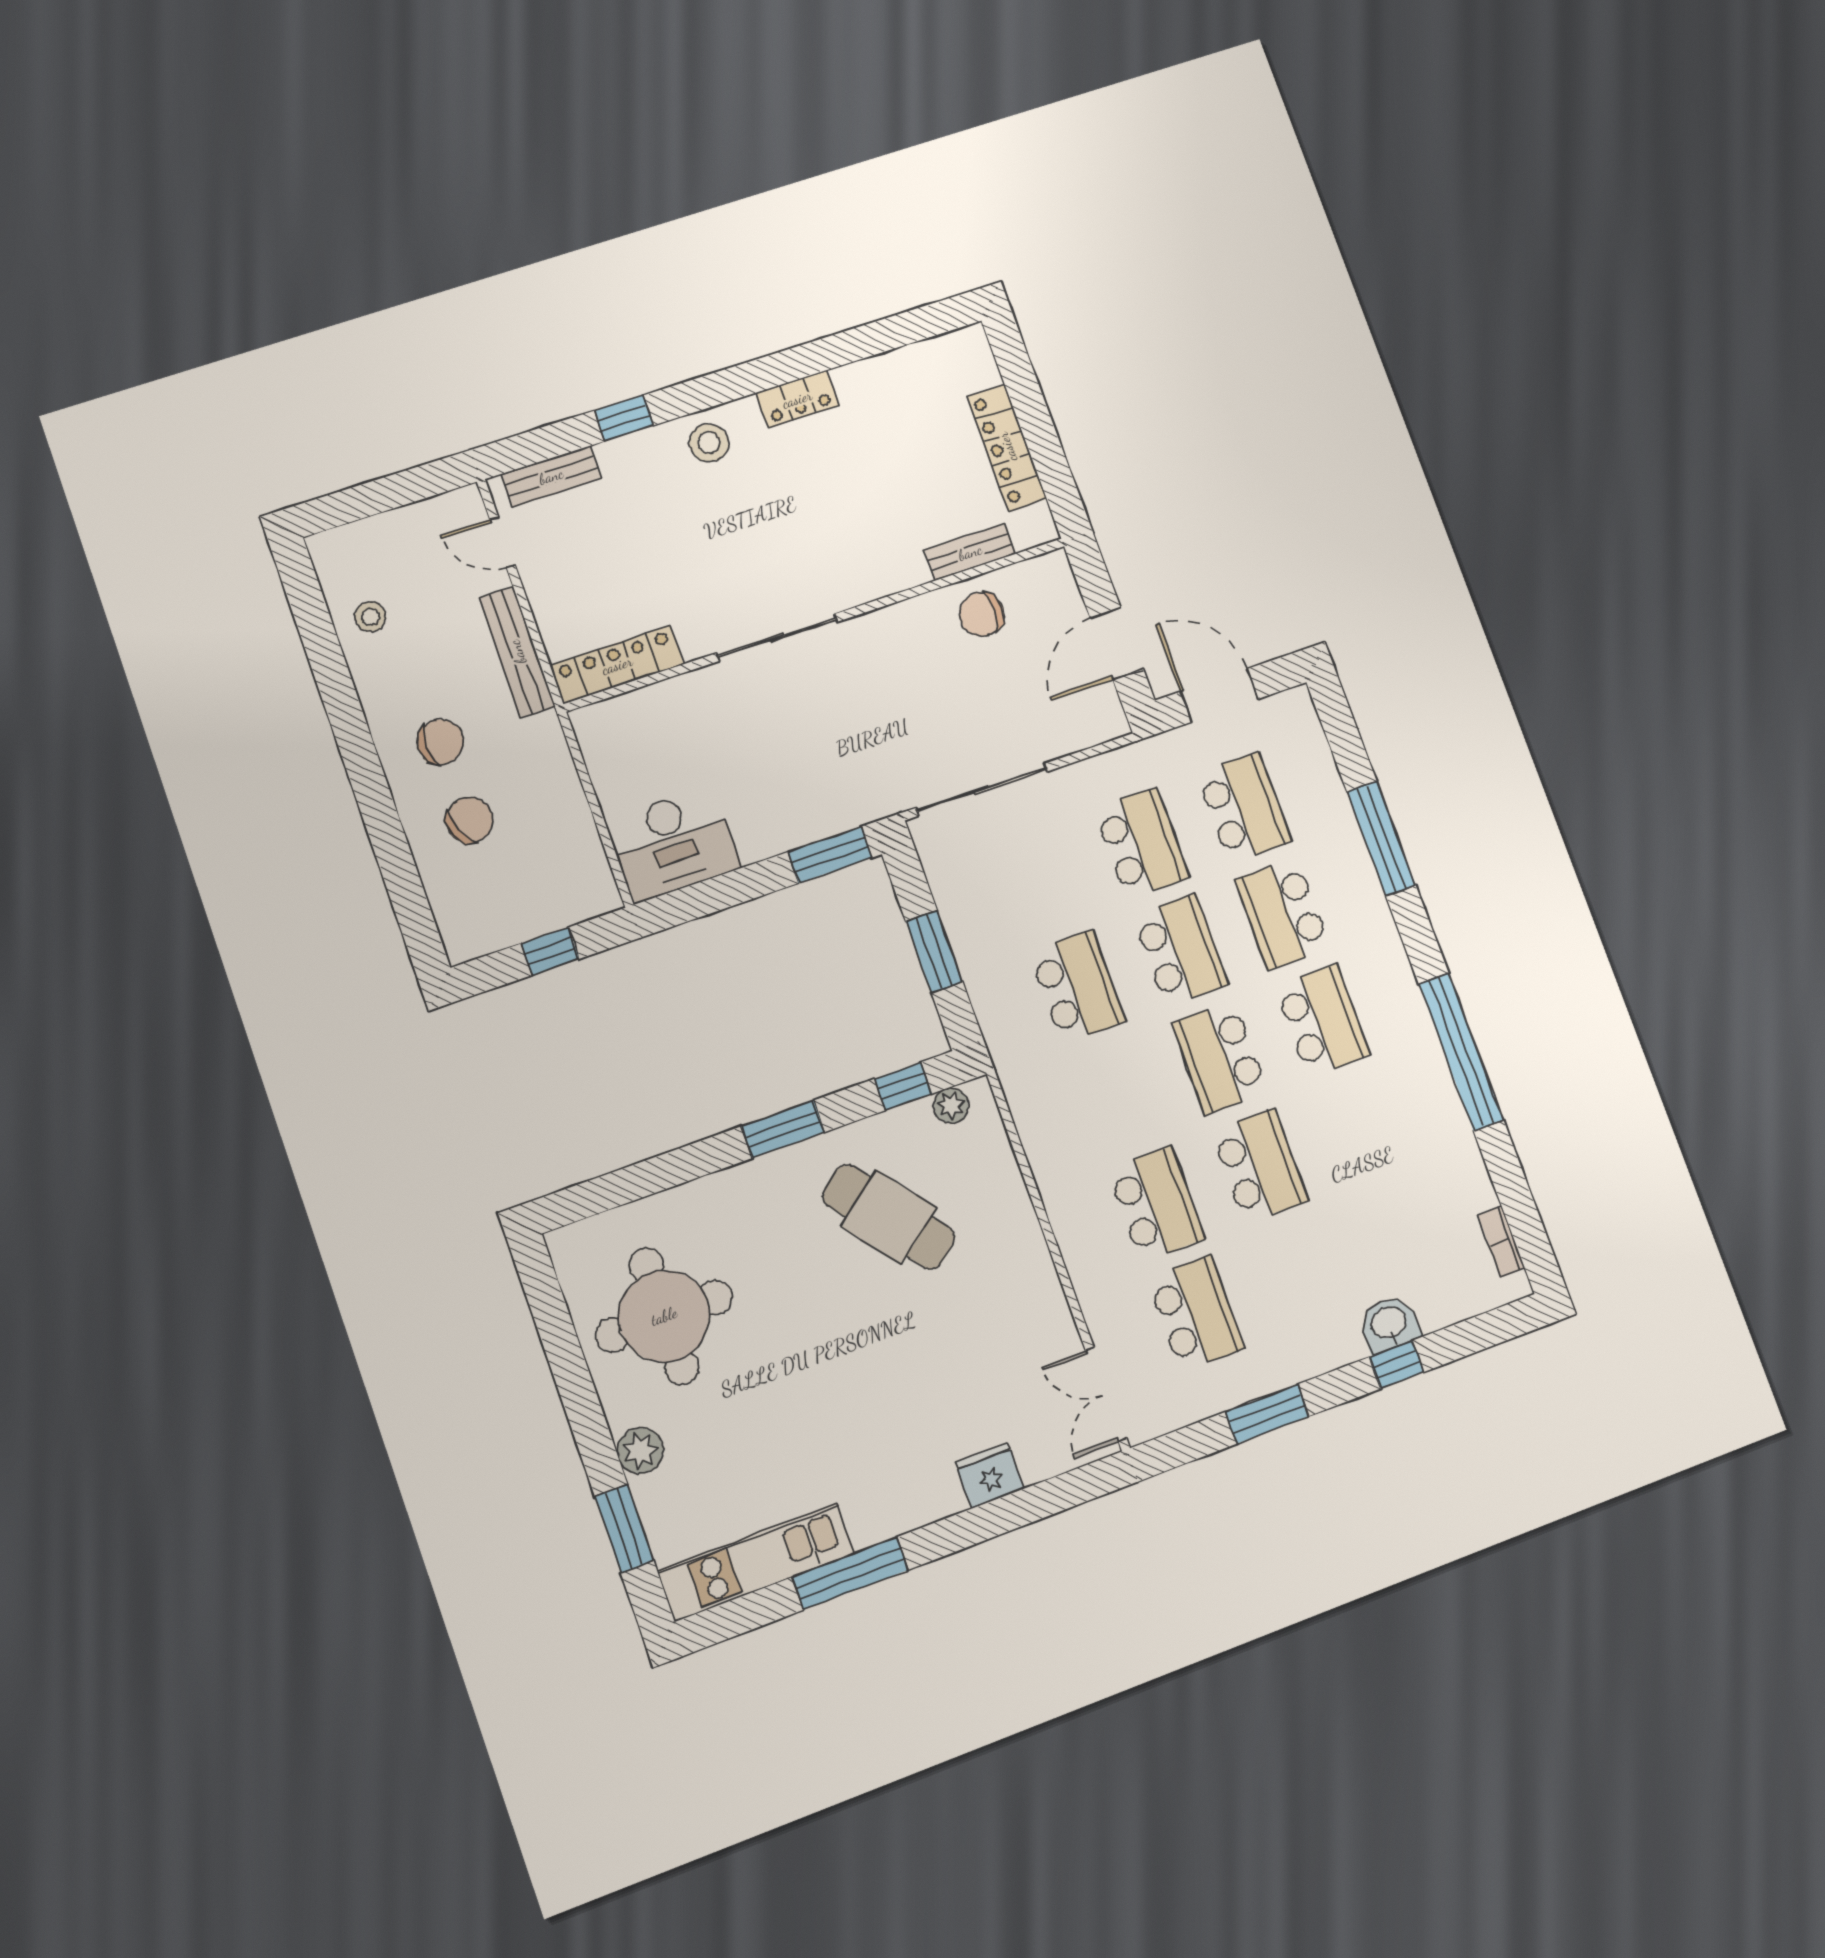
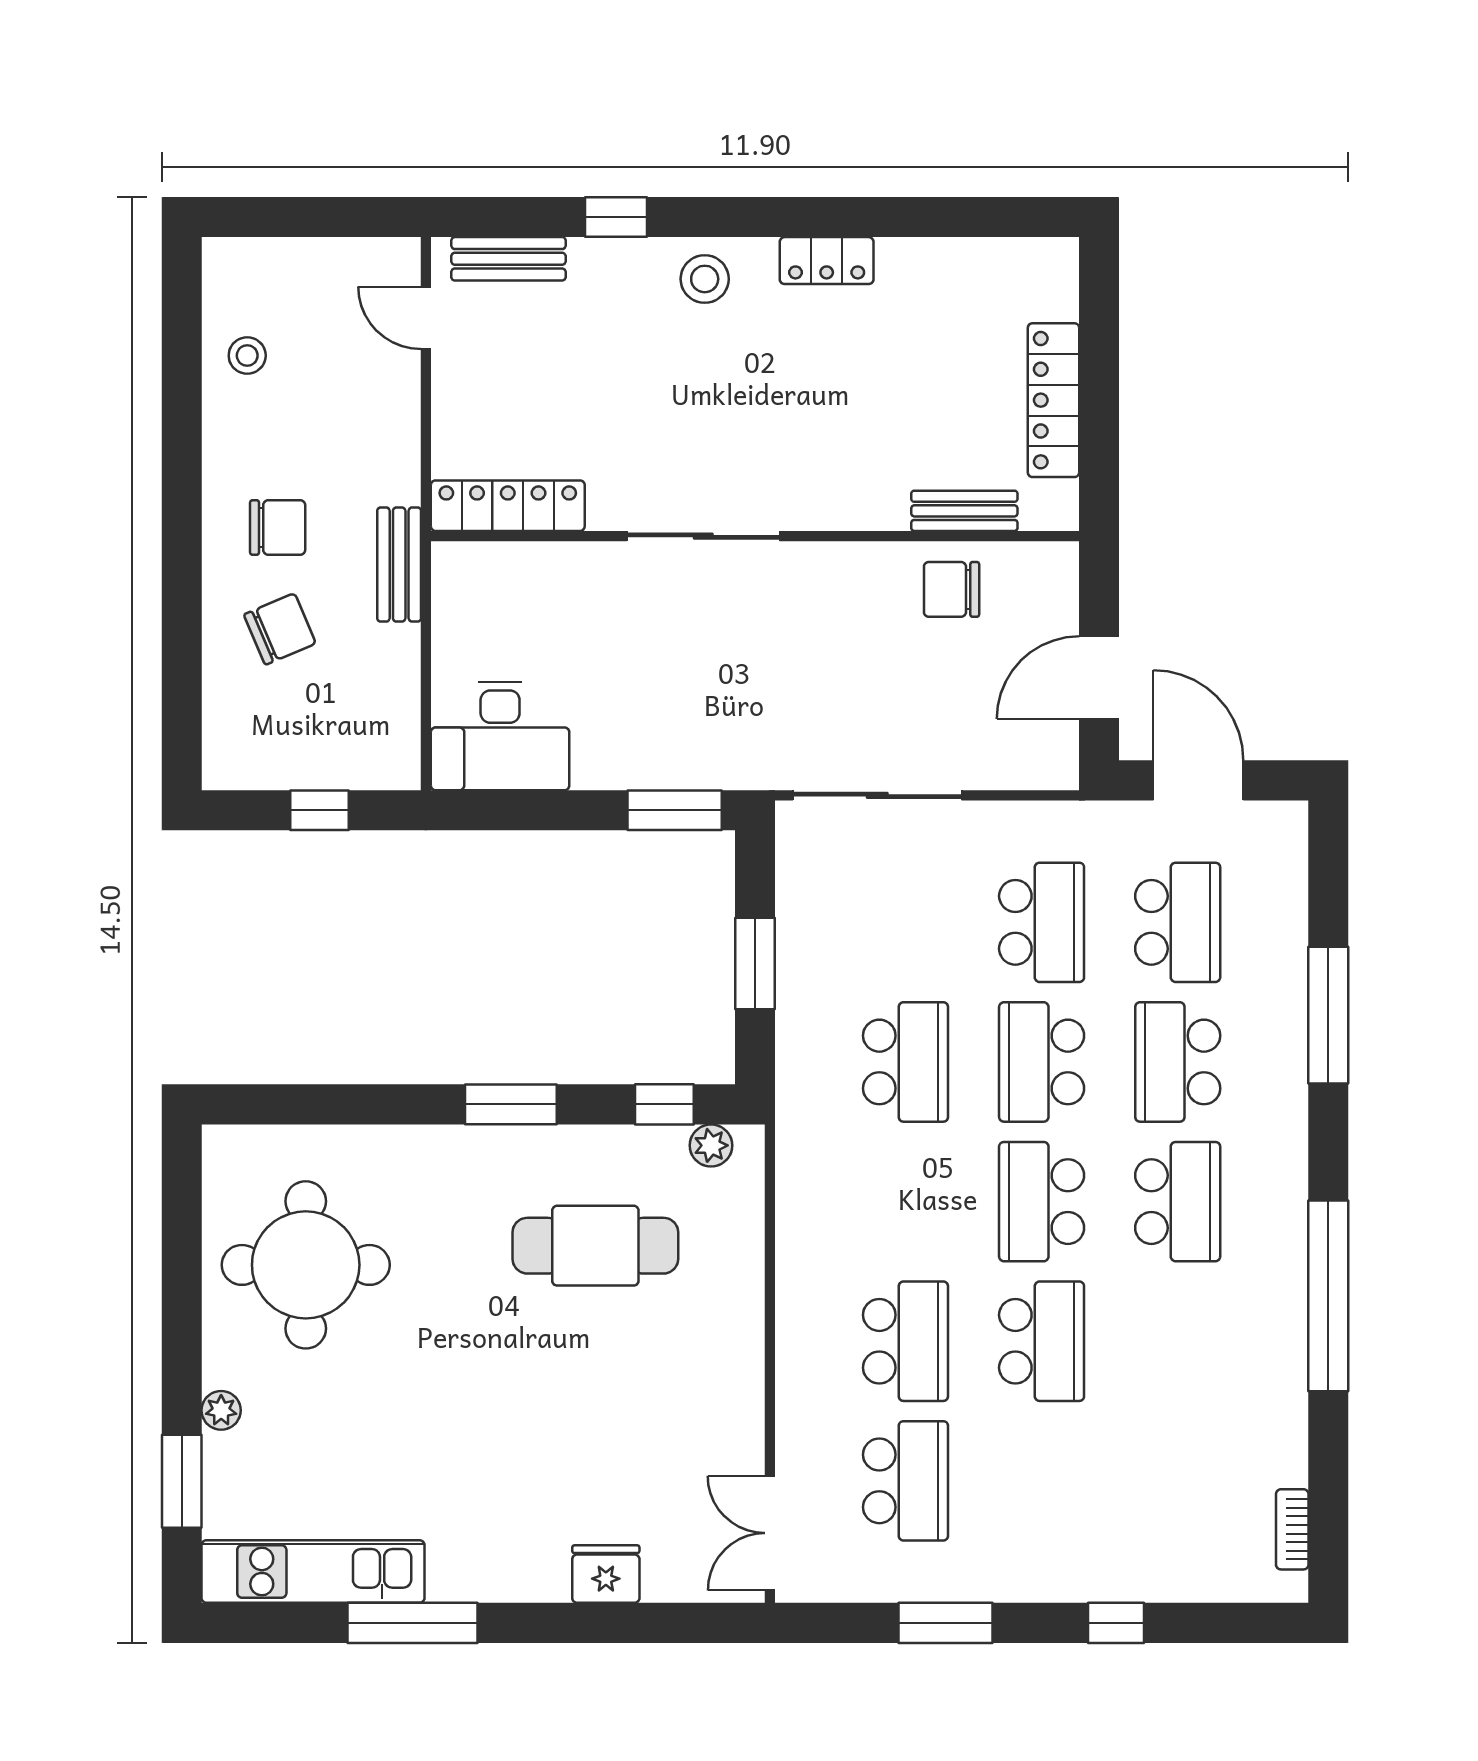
bench: (517, 652) -> (399, 565), moved, width x0.73
school desk: (1181, 950) -> (1042, 1062), turned 180
cafe table: (889, 1217) -> (595, 1246), turned -52
washbasin: (1389, 1324) -> (1125, 1574), removed
plant: (640, 1451) -> (221, 1410), width x0.73, depth x0.73

